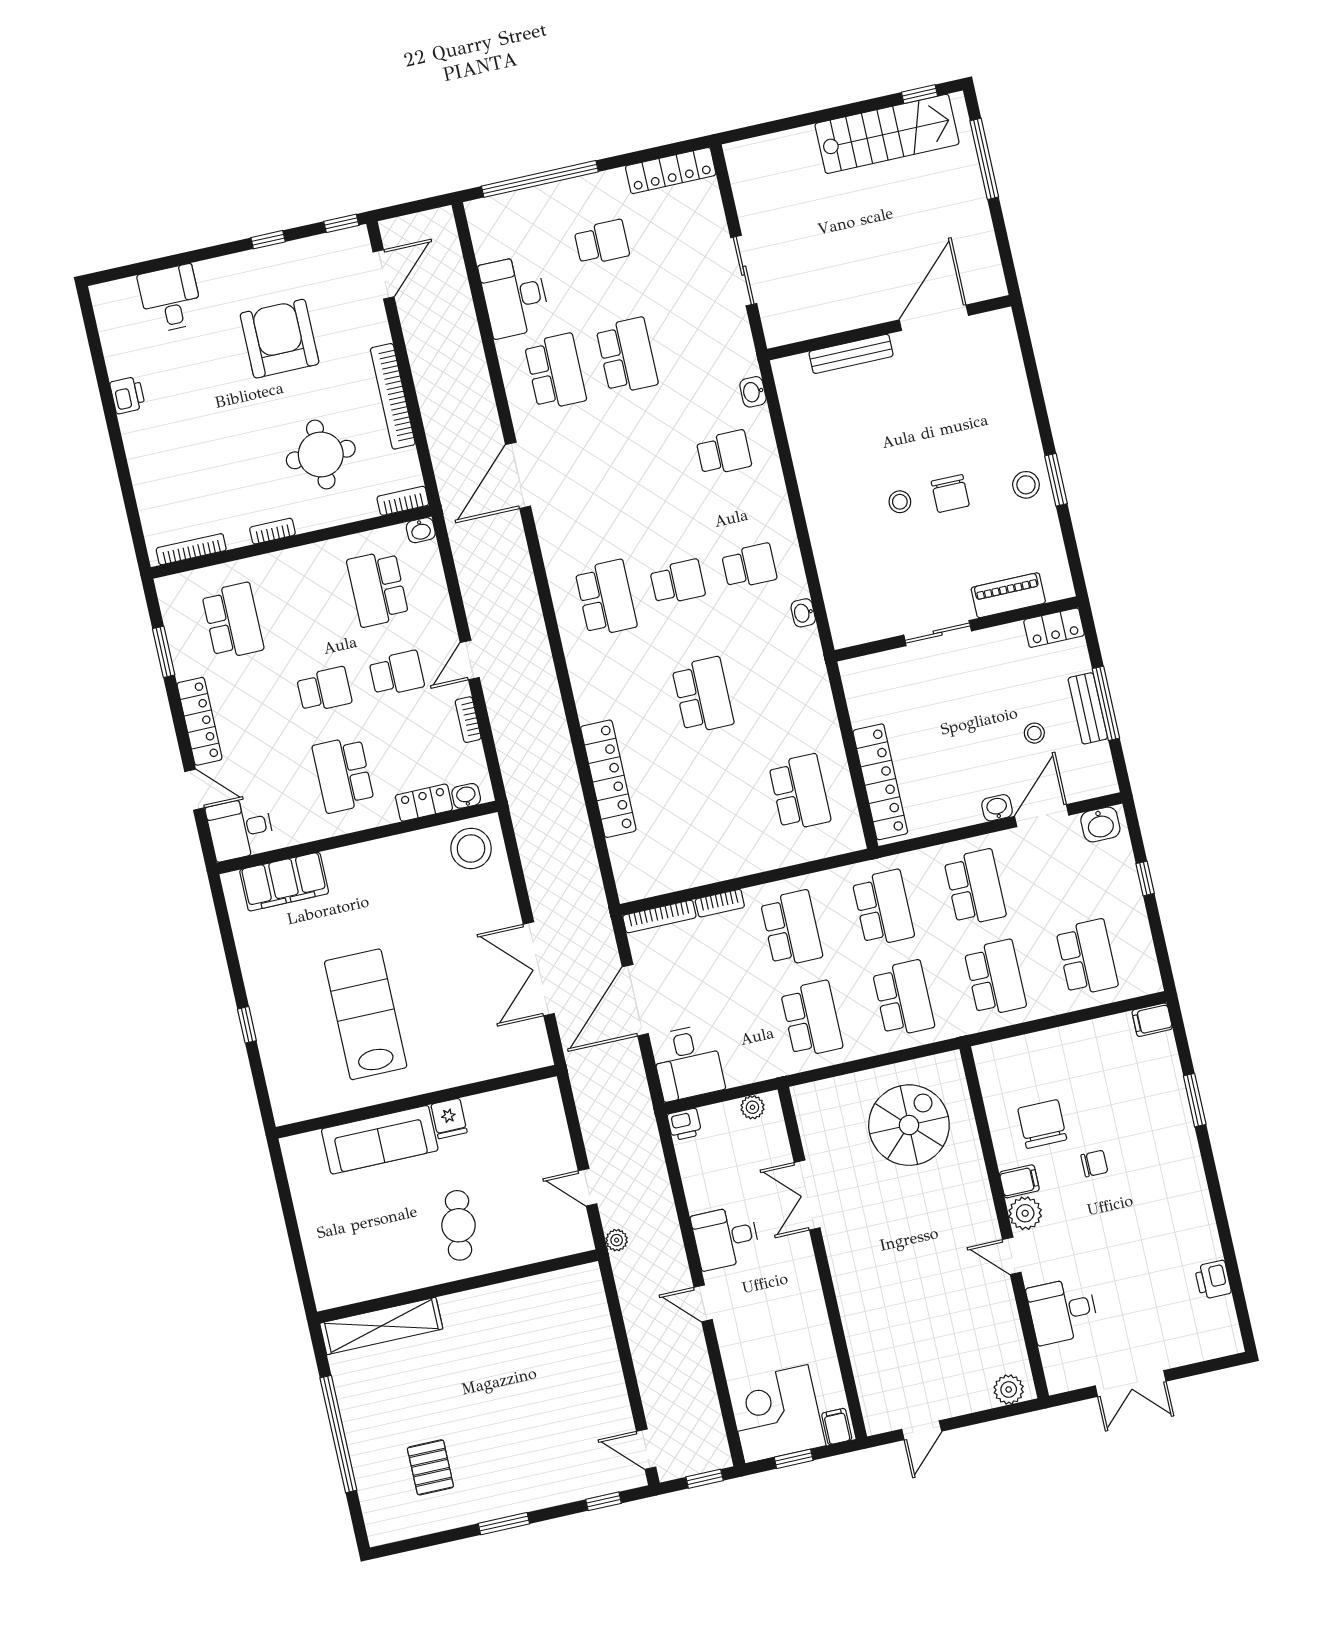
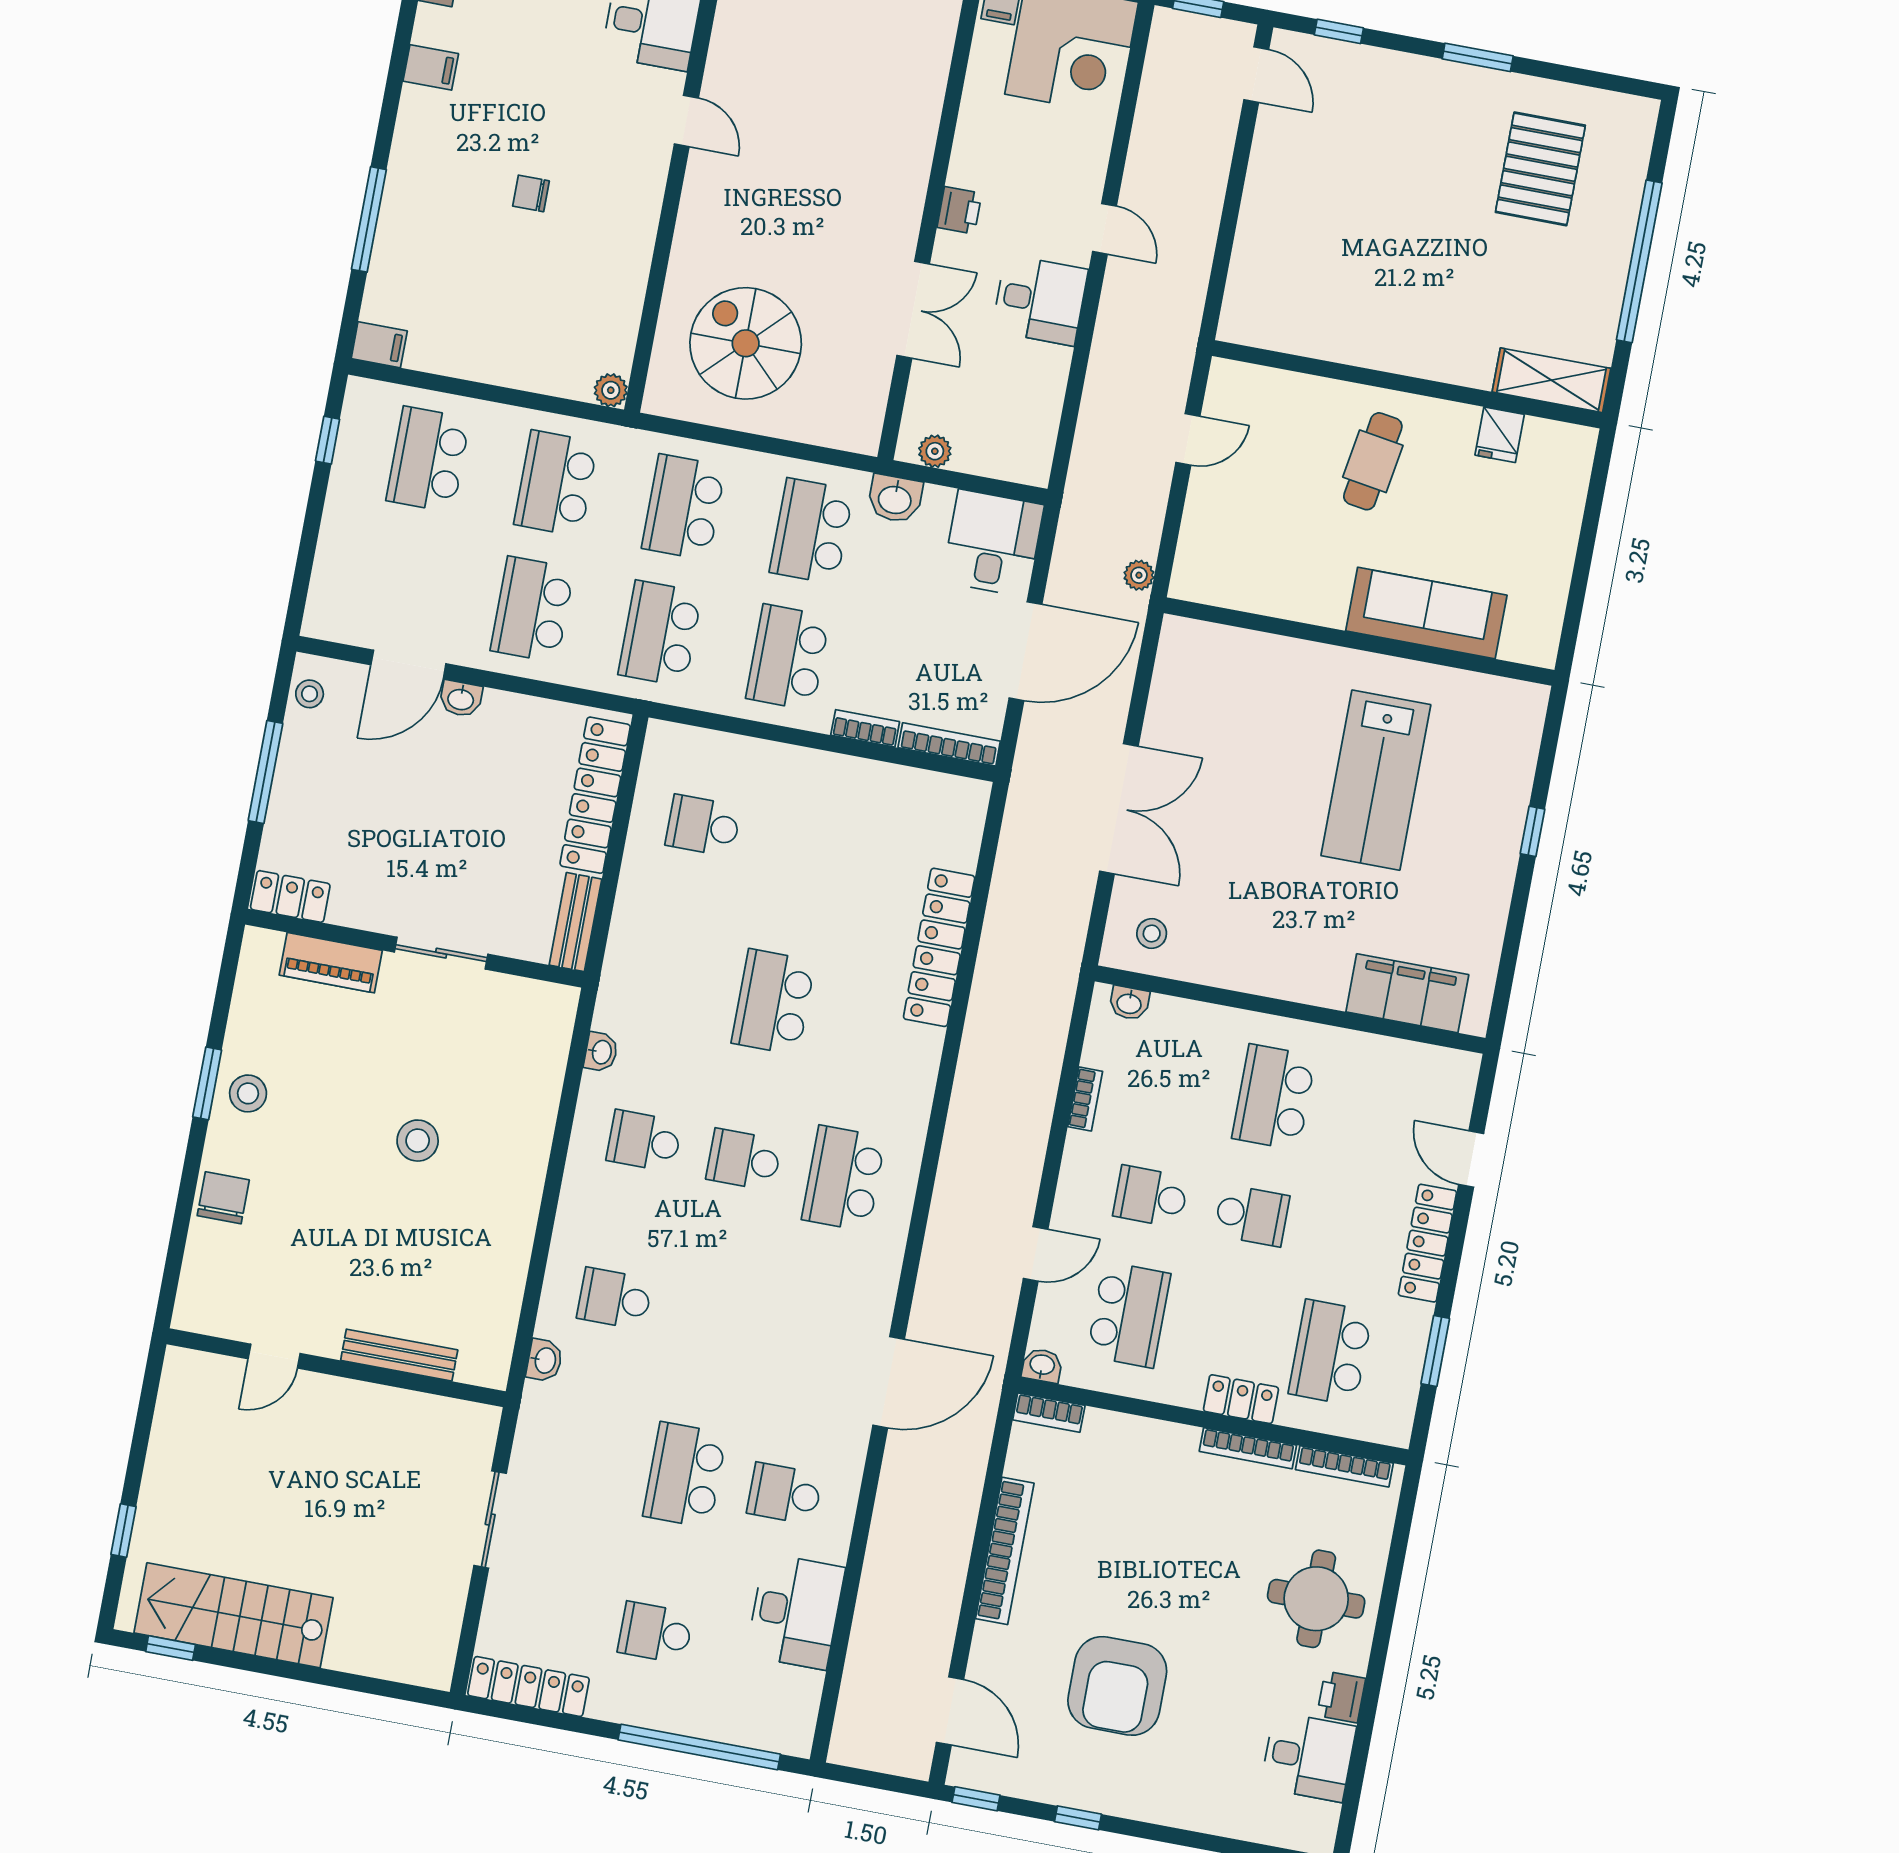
window: (984, 159) -> (124, 1530), width x0.46
door: (384, 274) -> (950, 1711), swing flipped
desk: (170, 299) -> (1308, 1757), moved, turned -90
door: (934, 318) -> (274, 1356), width x0.53
school desk: (555, 372) -> (785, 1494), width x0.54
round table: (321, 455) -> (1316, 1599), moved
chair: (950, 494) -> (223, 1198), moved
stool: (900, 502) -> (418, 1141), width x1.37, depth x1.37
bookcase: (272, 531) -> (1248, 1448), width x1.56
door: (470, 660) -> (1036, 1254), moved
school desk: (324, 690) -> (1252, 1215), turned 180
bench: (1088, 708) -> (575, 922), moved
stool: (1034, 733) -> (310, 694), moved
school desk: (343, 774) -> (1274, 1097), turned 180
school desk: (800, 792) -> (703, 826), width x0.54
locker: (424, 803) -> (1241, 1399), moved, turned 180
washbasin: (1100, 824) -> (895, 499), moved, turned 180
desk: (240, 829) -> (1434, 1084), removed
stool: (471, 848) -> (1152, 933), width x0.53, depth x0.53
window: (1145, 878) -> (328, 440), moved
double door: (539, 969) -> (1119, 809), moved
window: (1195, 1100) -> (369, 219), width x1.44
fridge: (449, 1118) -> (1500, 435), moved, turned 180
printer: (685, 1124) -> (959, 210), moved, turned 90
chair: (1042, 1124) -> (576, 272), removed
spiral stairs: (909, 1125) -> (746, 343), turned 90
filing cabinet: (1019, 1181) -> (431, 67), moved, turned 180
door: (588, 1187) -> (1188, 439), hinge flipped
plant: (1025, 1213) -> (611, 390), moved, width x0.73, depth x0.73
plant: (617, 1240) -> (1139, 575), moved
shelving: (381, 1326) -> (1552, 380), width x0.68
pallet: (430, 1467) -> (1540, 169), width x1.50, depth x1.42

